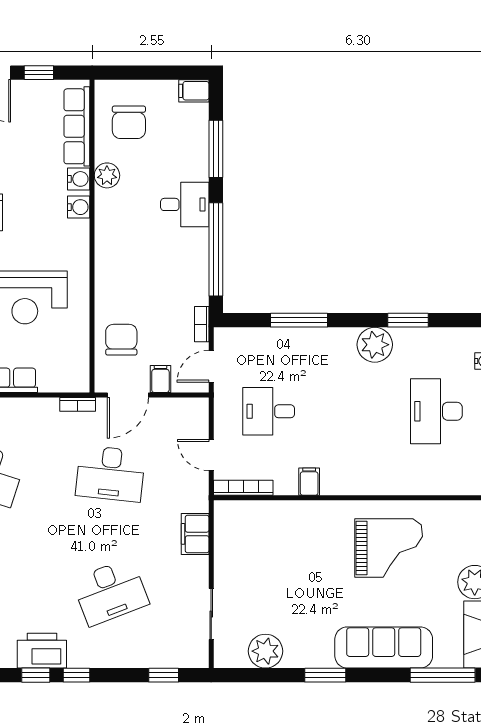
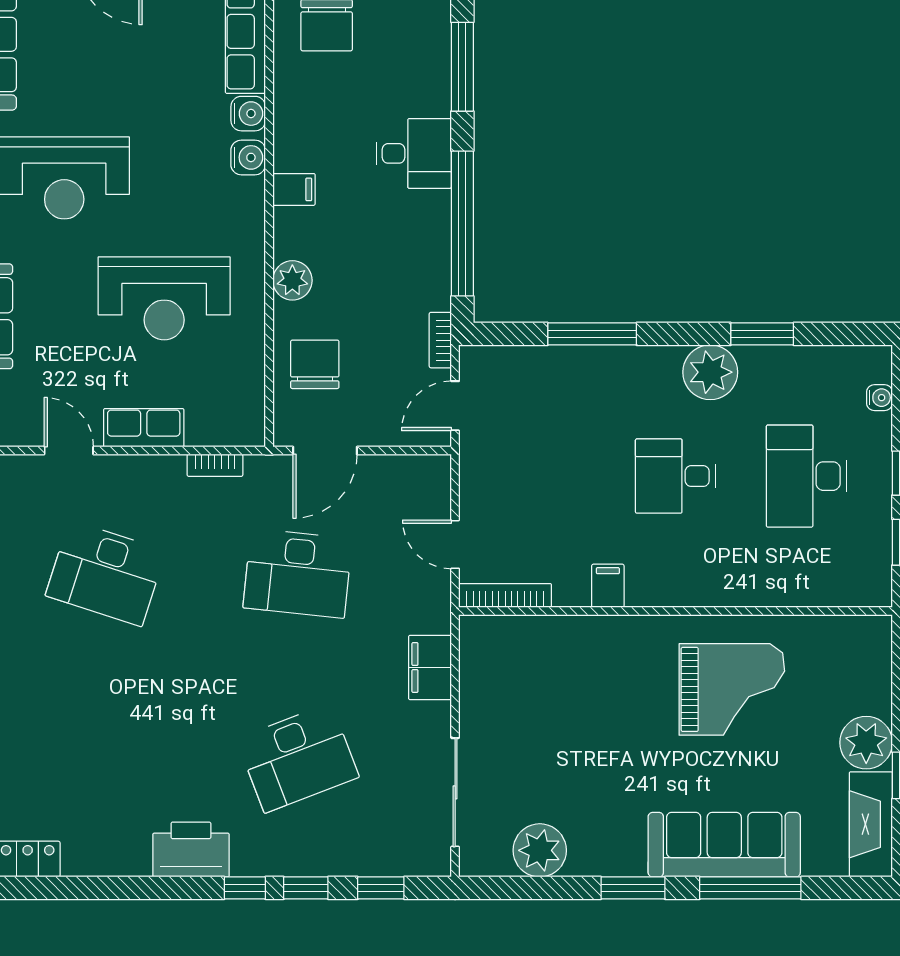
plant: (107, 175) -> (292, 280), moved
filing cabinet: (160, 379) -> (294, 189), moved, turned 90
bookcase: (78, 404) -> (215, 465), moved
desk: (269, 411) -> (676, 476), moved
sliding door: (211, 614) -> (455, 792), width x1.37
window: (36, 675) -> (306, 888), moved
window: (443, 675) -> (750, 888), moved

